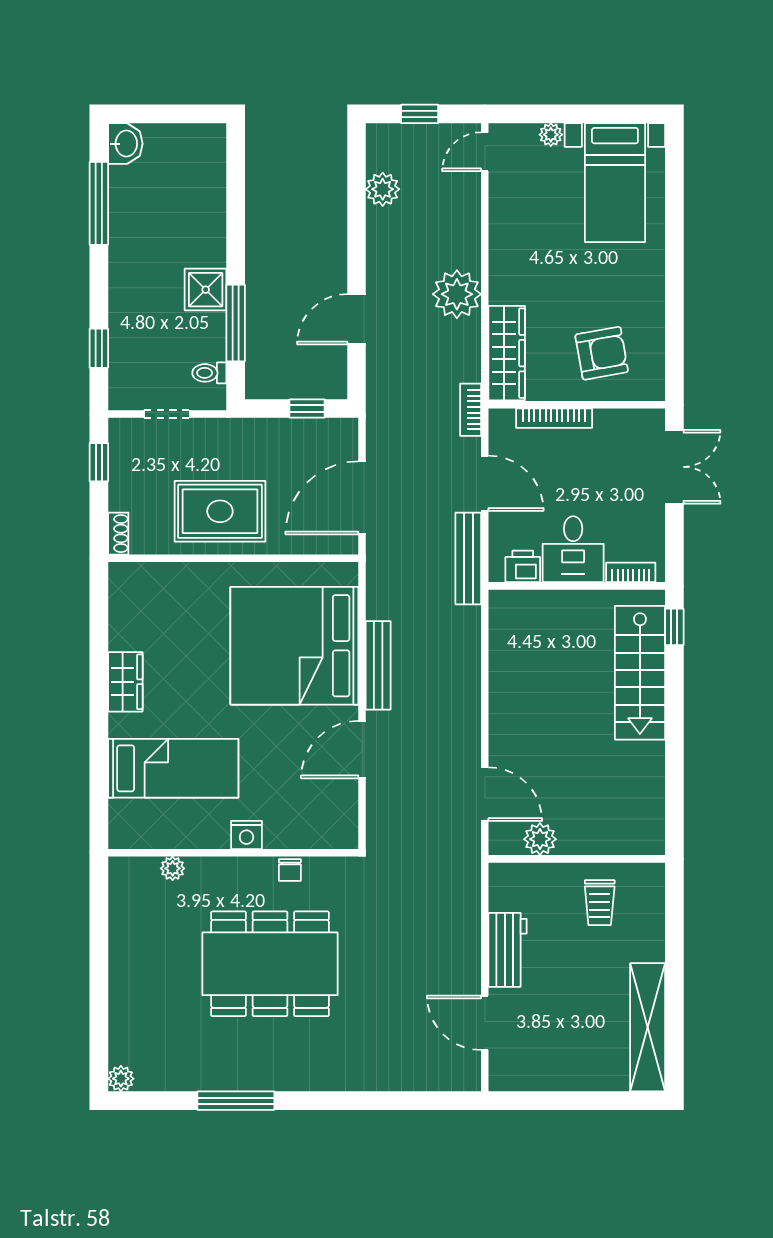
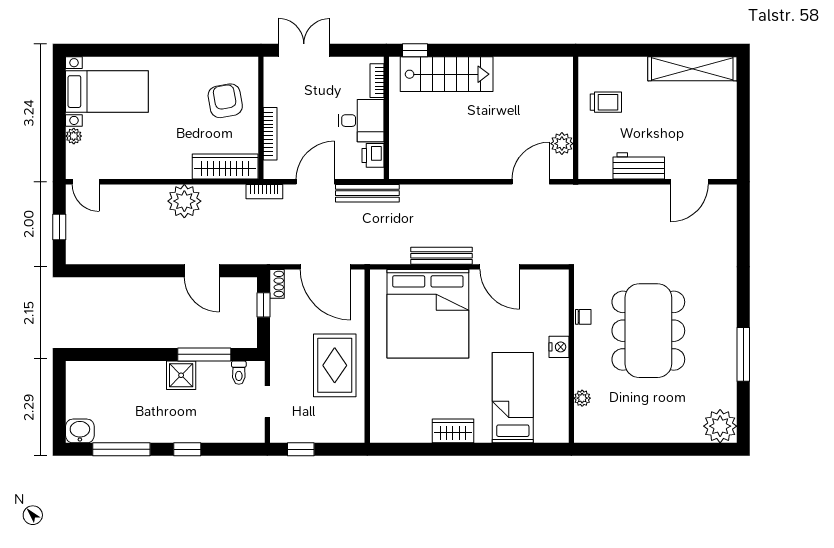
plant: (383, 189) -> (112, 253), removed
window: (99, 348) -> (187, 449), moved
shoe rack: (118, 534) -> (277, 284), moved, turned 90
plant: (121, 1079) -> (720, 426), width x1.88, depth x1.88

